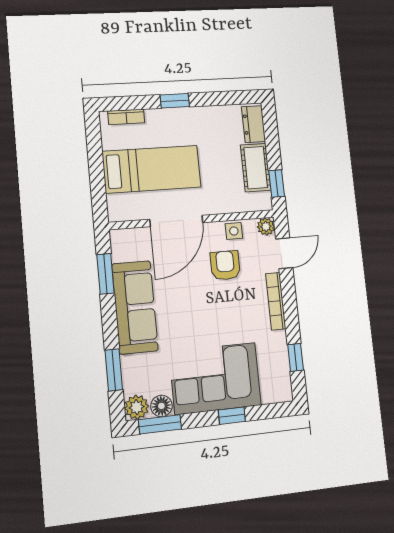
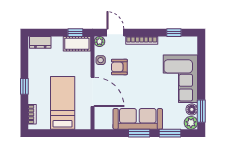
cot: (256, 168) -> (77, 44), moved
window: (105, 274) -> (139, 133), moved
window: (232, 416) -> (201, 72), removed

